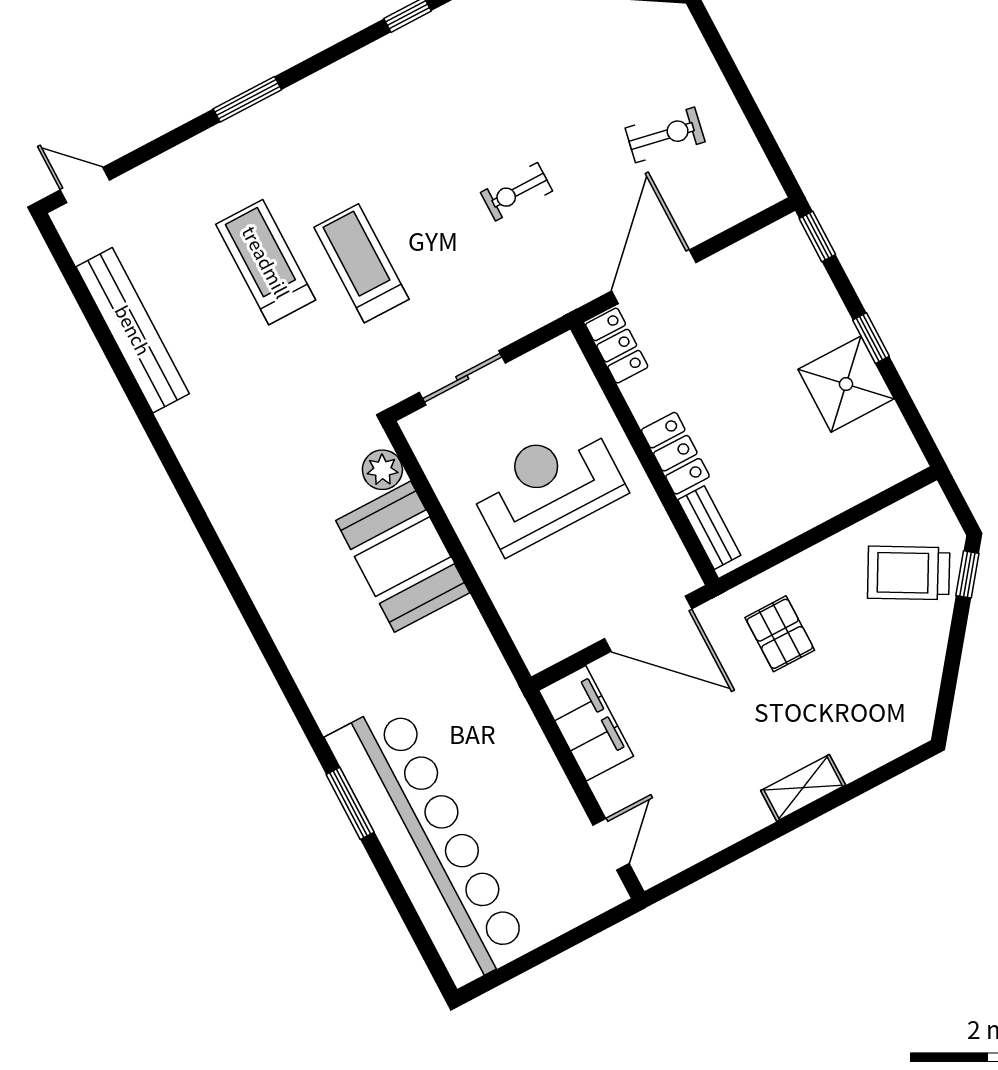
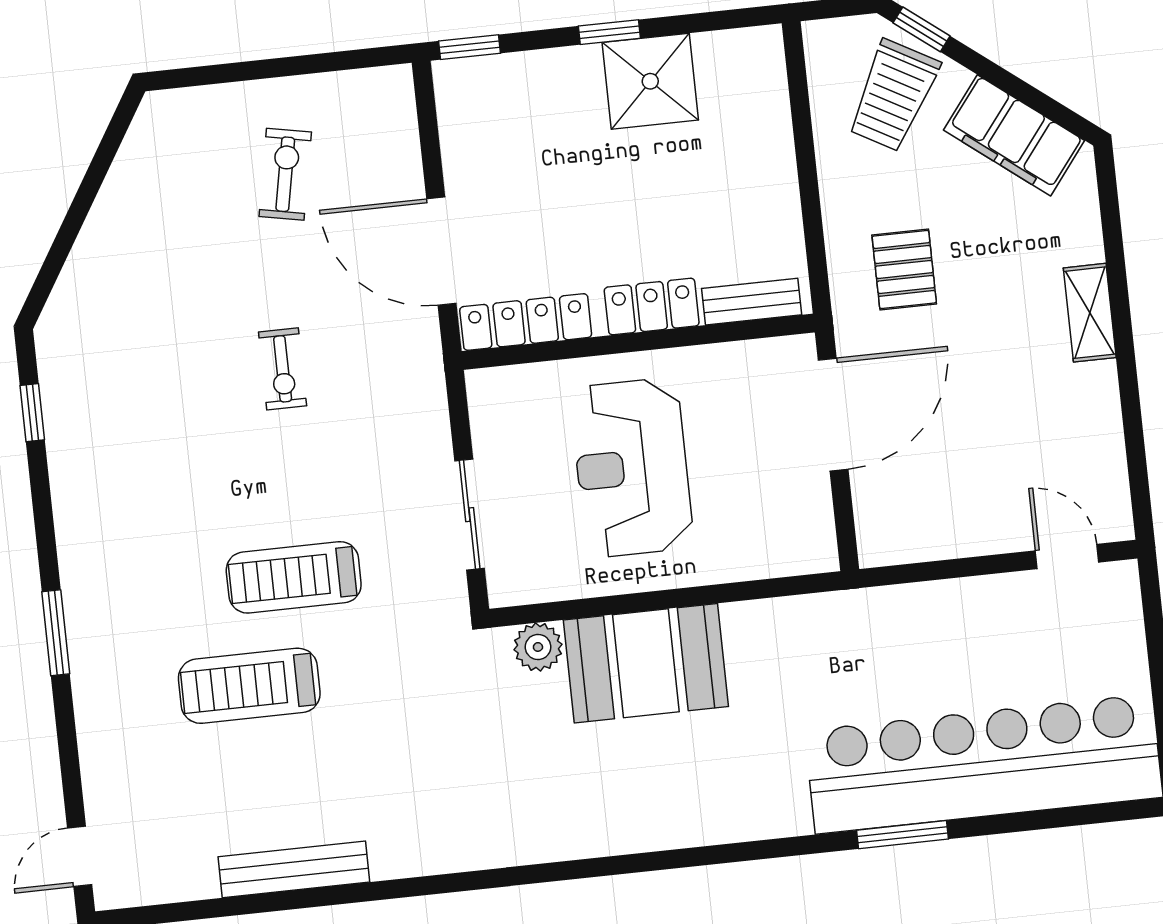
bench: (133, 330) -> (294, 869), width x0.73, depth x0.82
locker: (617, 346) -> (526, 322), width x1.53
pallet: (780, 634) -> (904, 269), turned 90
filing cabinet: (586, 723) -> (1014, 135), moved, turned -142

